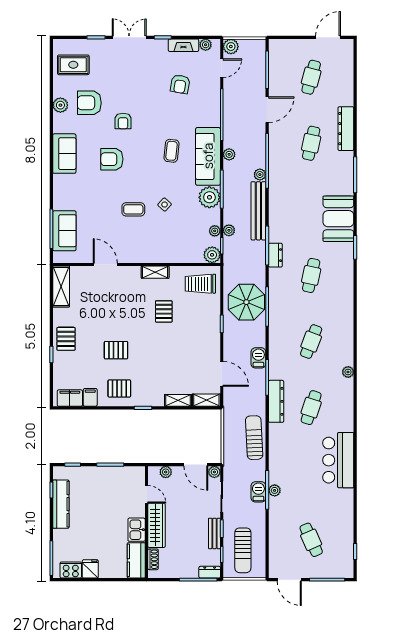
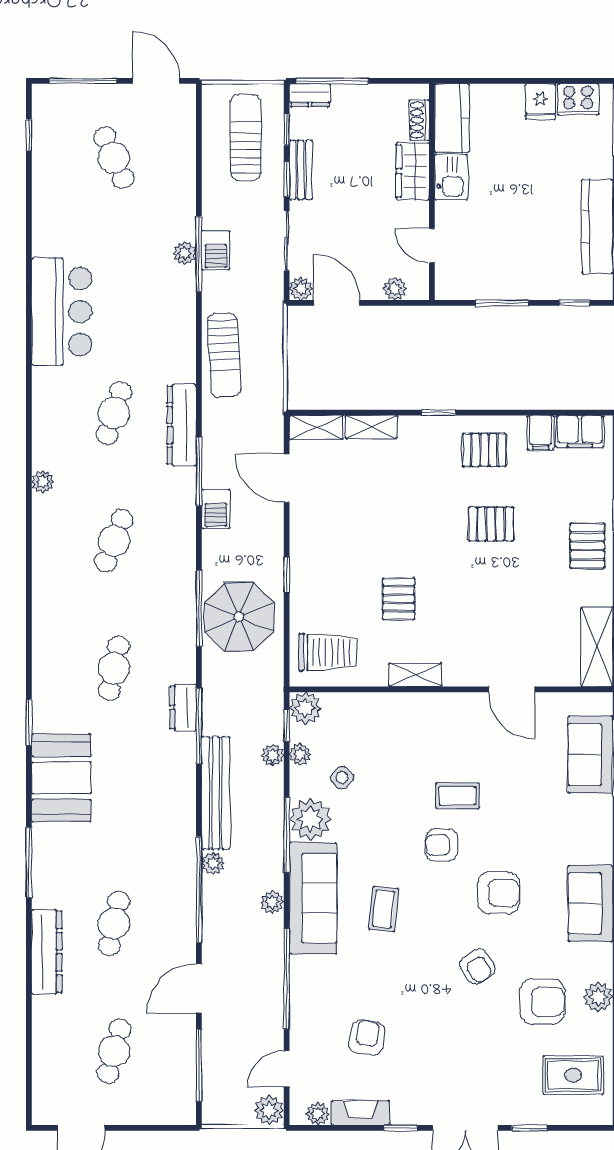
armchair: (123, 121) -> (477, 966), turned 147
armchair: (142, 184) -> (442, 845), added
side table: (165, 205) -> (342, 778), moved
wardrobe: (157, 525) -> (413, 171), width x0.67

